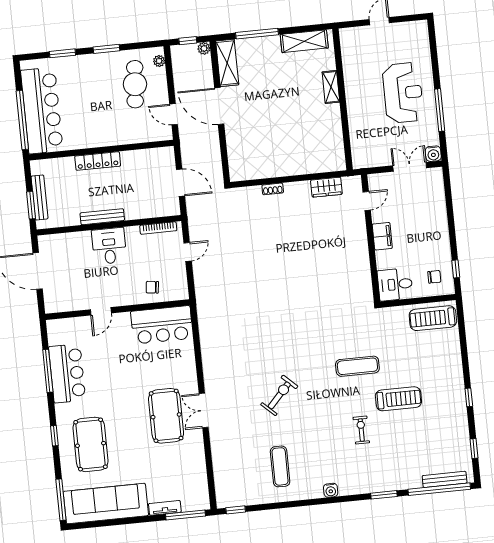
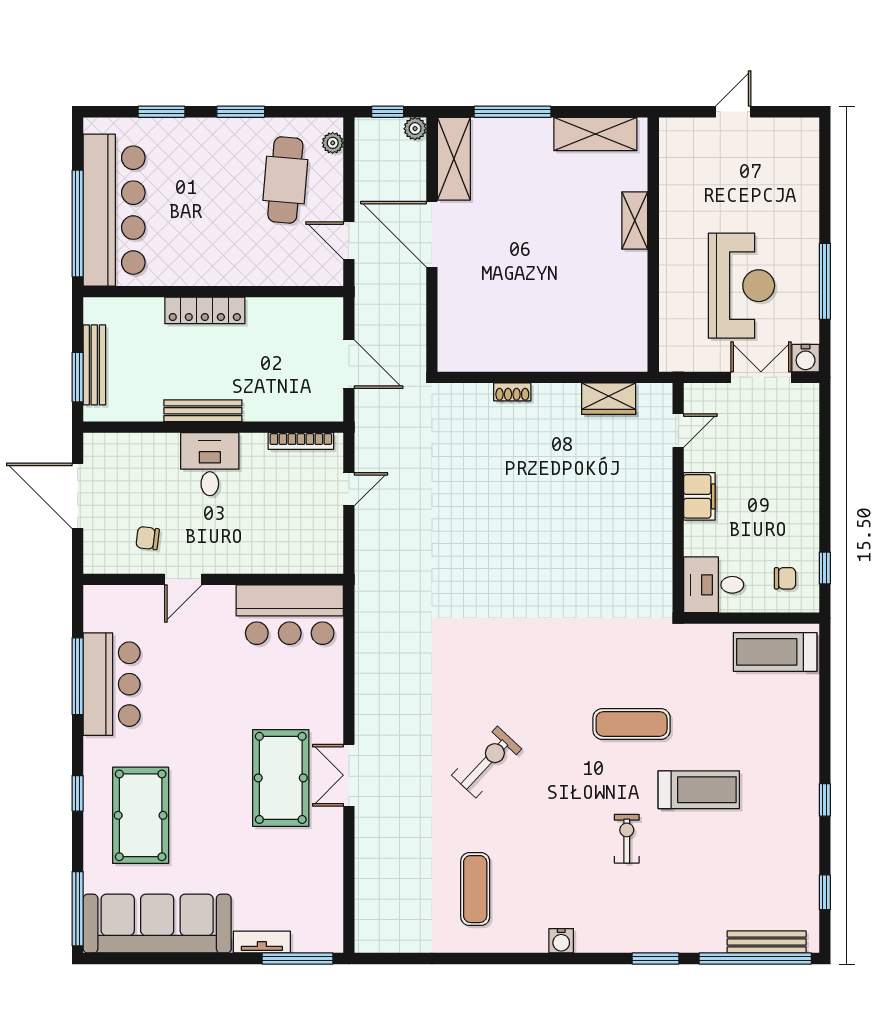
reception desk: (403, 93) -> (741, 286), moved
chair: (152, 287) -> (148, 538), moved
window: (236, 510) -> (388, 959), removed

